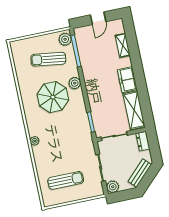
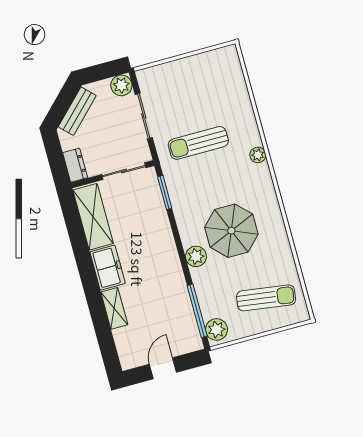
shelving: (123, 45) -> (114, 308), moved
sun lounger: (48, 59) -> (266, 298), moved
sun lounger: (66, 180) -> (198, 143), moved

